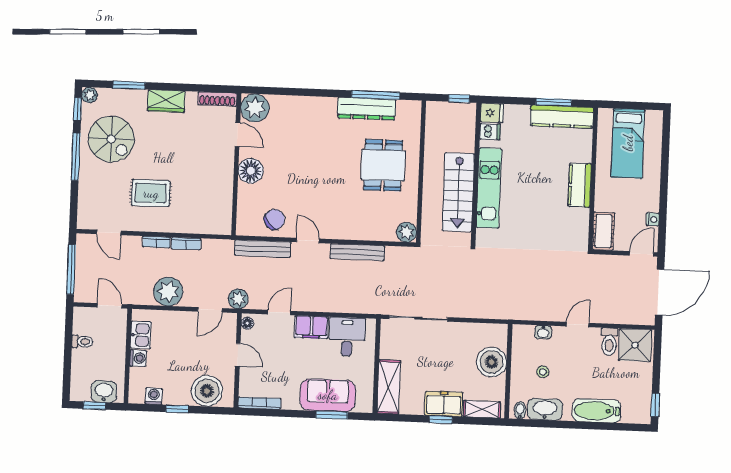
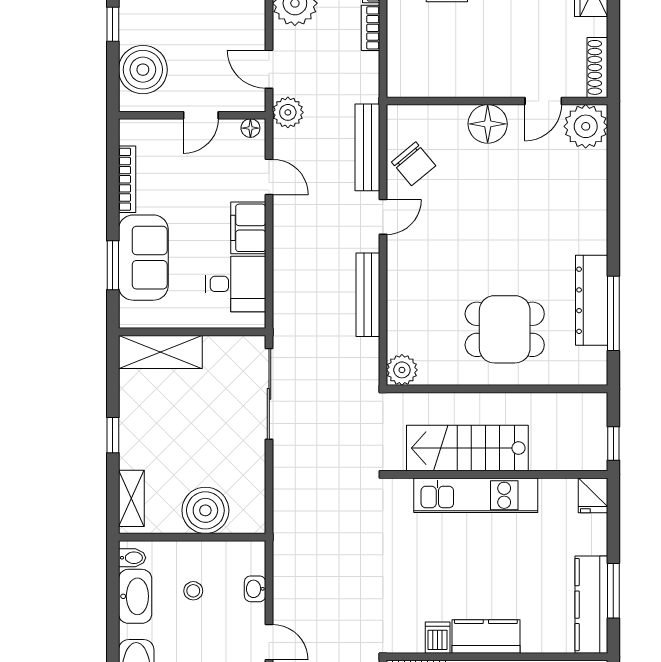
dishwasher: (490, 132) -> (438, 638), moved, turned 180
bookcase: (259, 403) -> (127, 179), moved
freezer: (444, 404) -> (137, 439), removed

